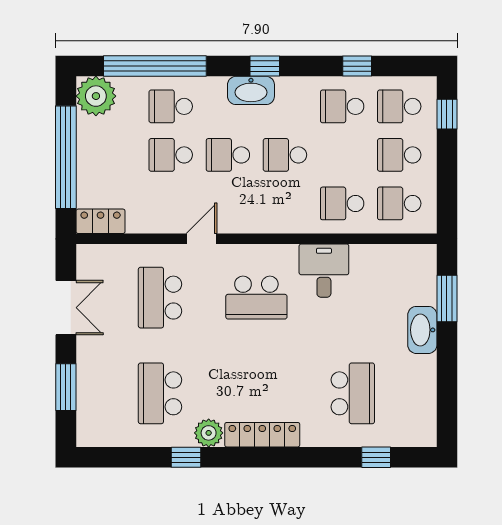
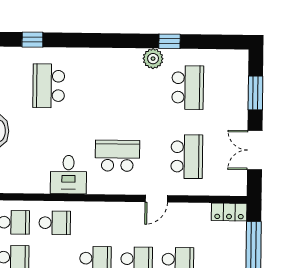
locker: (262, 435) -> (114, 57), removed

